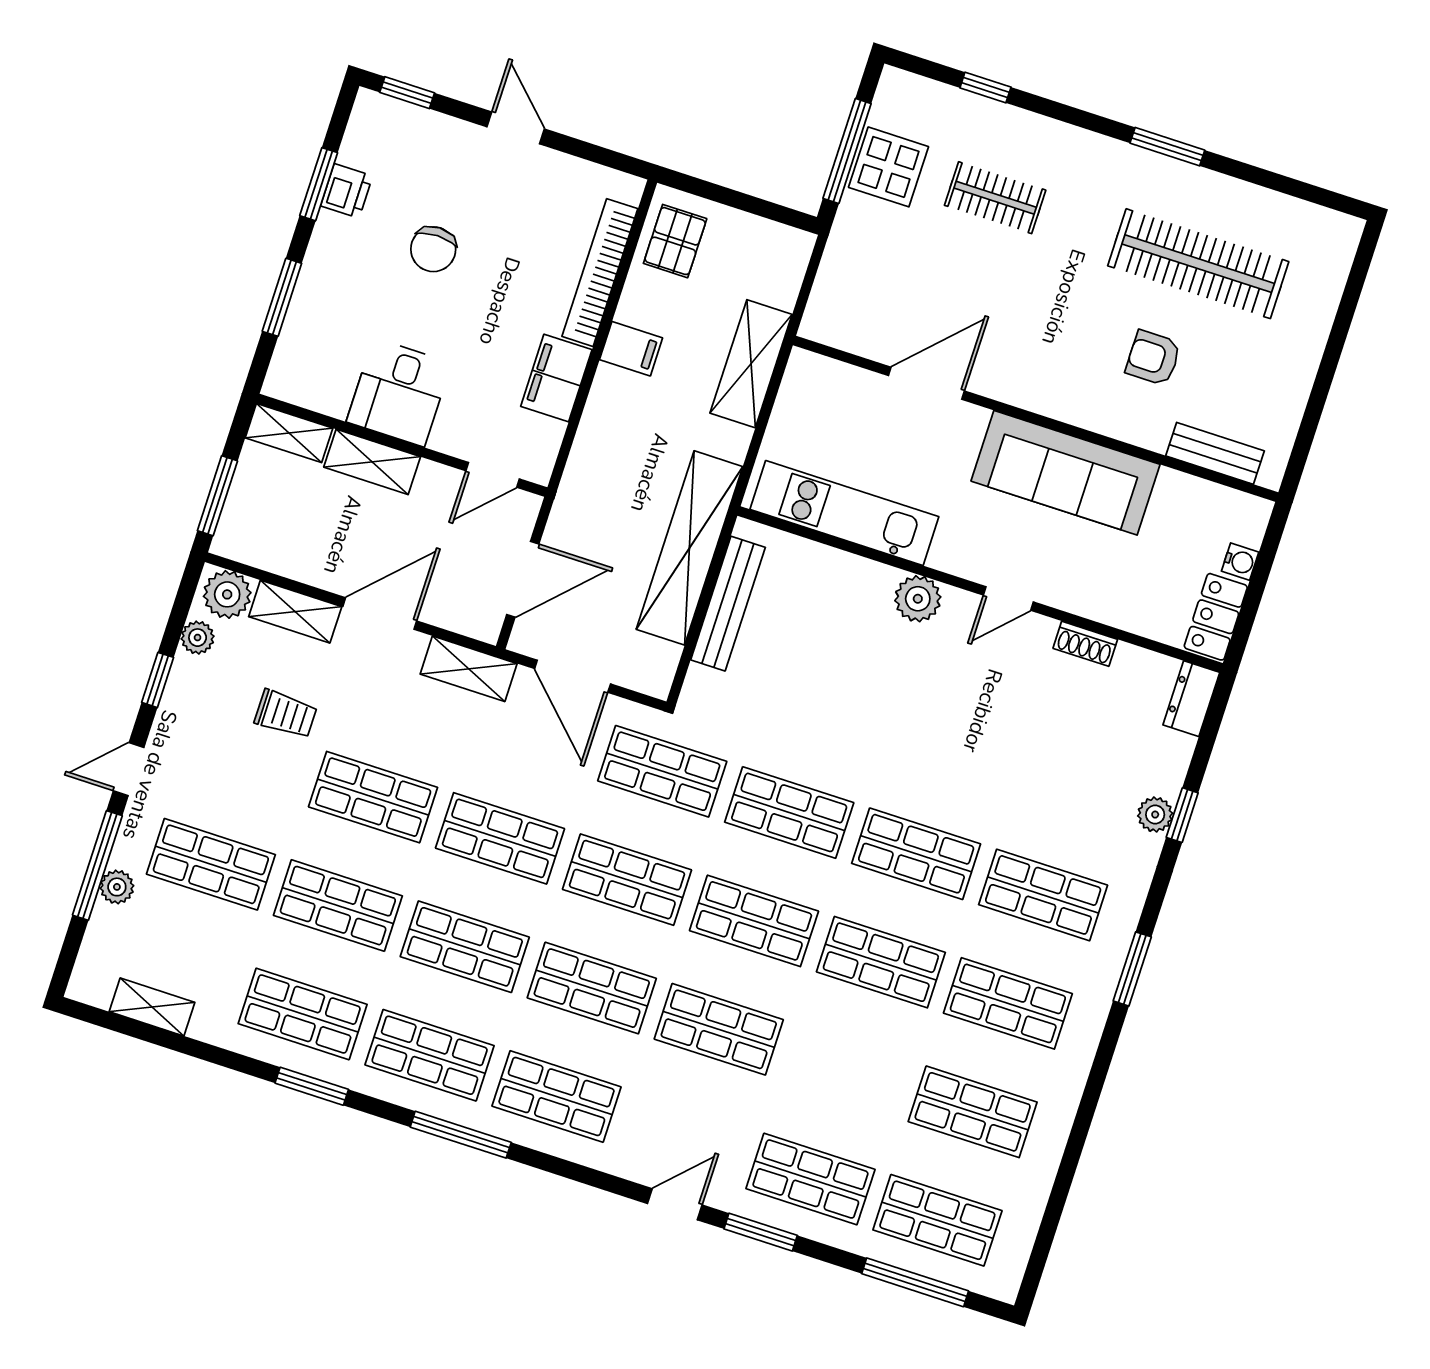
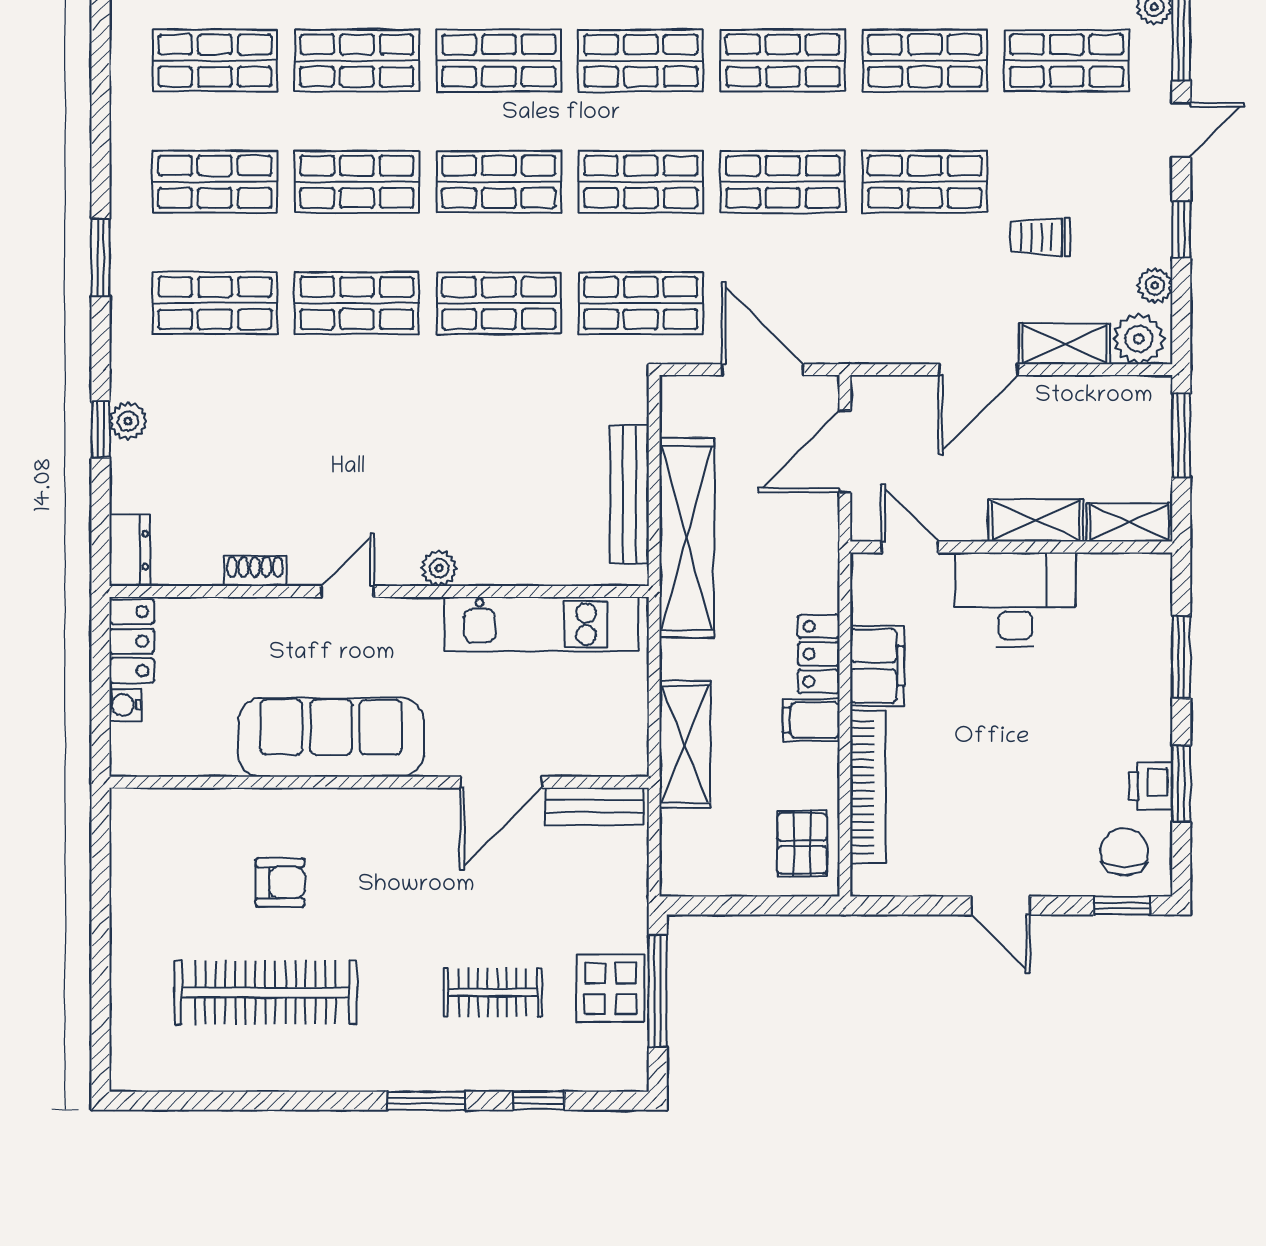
window: (1167, 147) -> (426, 1101), moved
chair: (433, 249) -> (1124, 852), moved
desk: (399, 392) -> (1015, 600), width x1.37
locker: (605, 406) -> (819, 654), added
bench: (1215, 453) -> (595, 806), moved
door: (493, 475) -> (910, 547), hinge flipped
plant: (918, 599) -> (439, 568), width x0.73, depth x0.73
shelving: (469, 669) -> (870, 343), removed
shop shelf: (846, 1071) -> (357, 61), added

